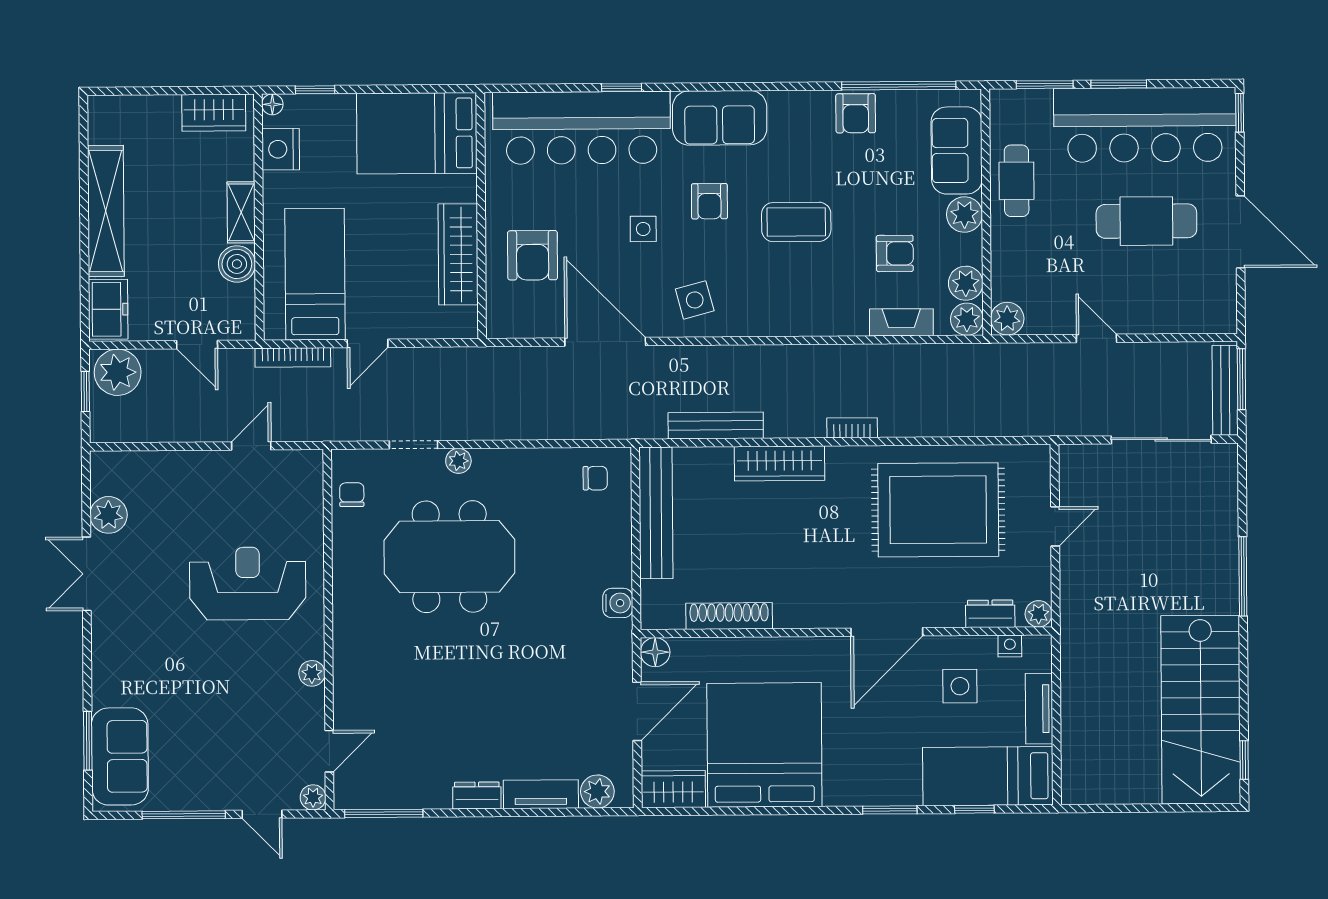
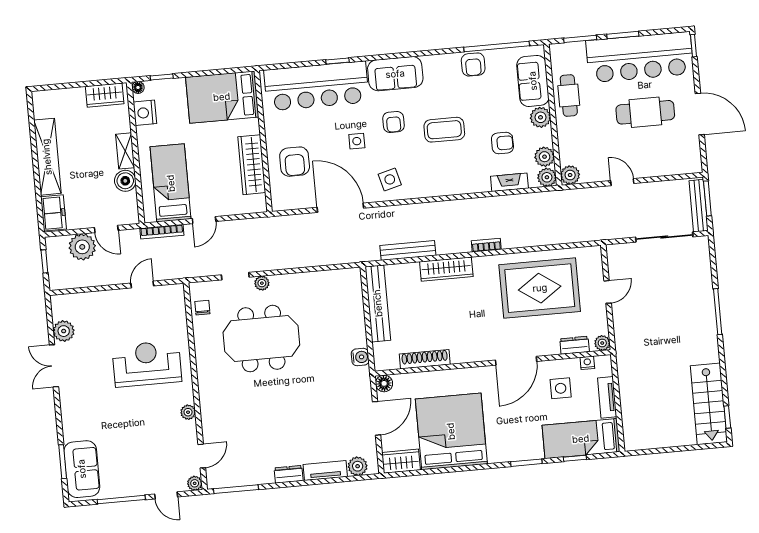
plant: (118, 372) -> (82, 247), moved
chair: (595, 478) -> (341, 286), removed
stairs: (1201, 710) -> (709, 404), width x0.73, depth x0.66

